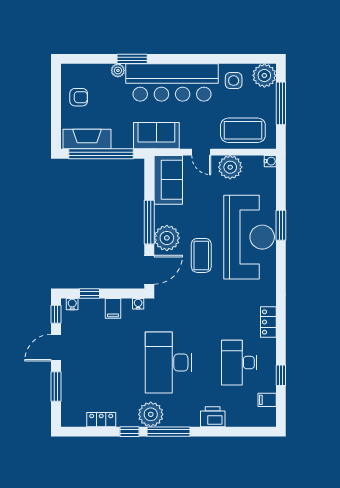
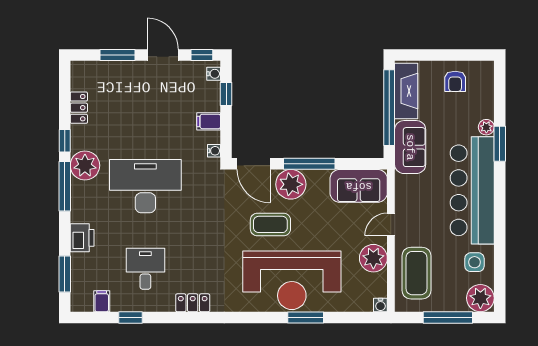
sofa: (156, 136) -> (410, 147), moved
desk: (239, 363) -> (145, 269), width x0.73
window: (244, 432) -> (65, 274), added

